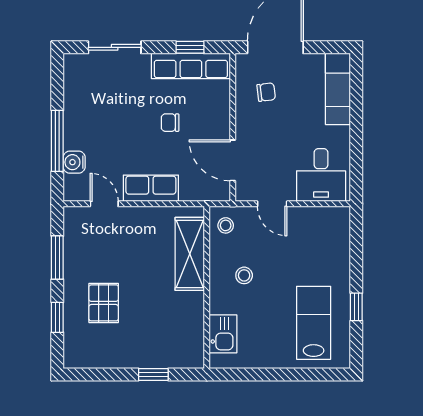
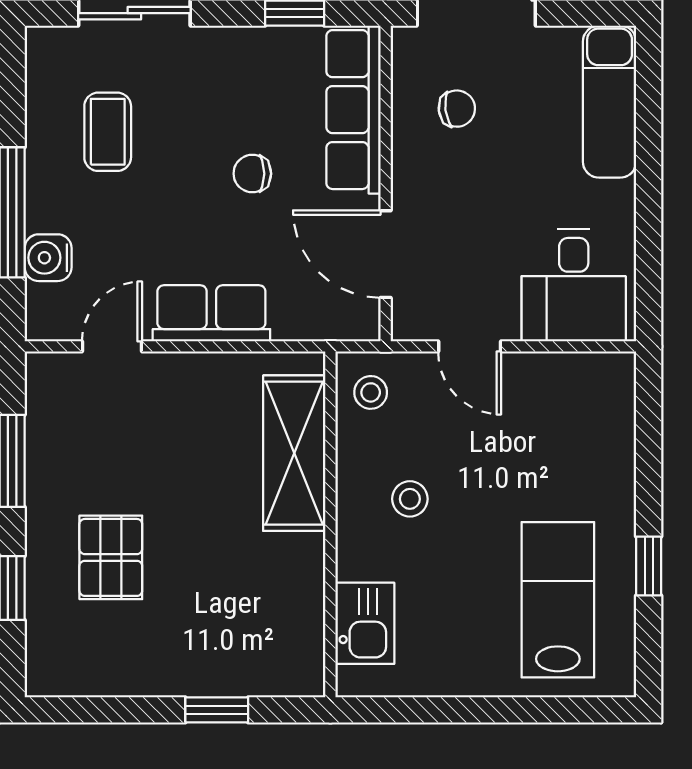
row of seats: (191, 66) -> (353, 110), moved, turned 90
coffee table: (102, 103) -> (108, 132), added
door: (104, 204) -> (112, 346), hinge flipped

